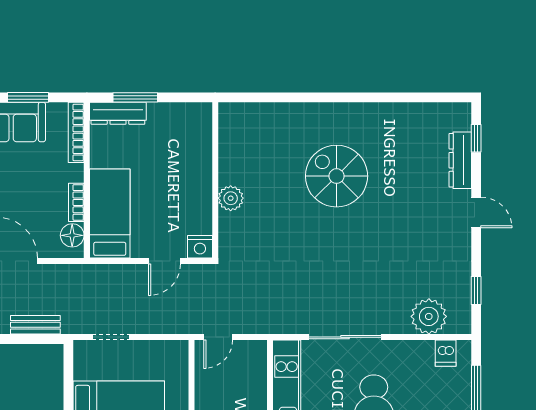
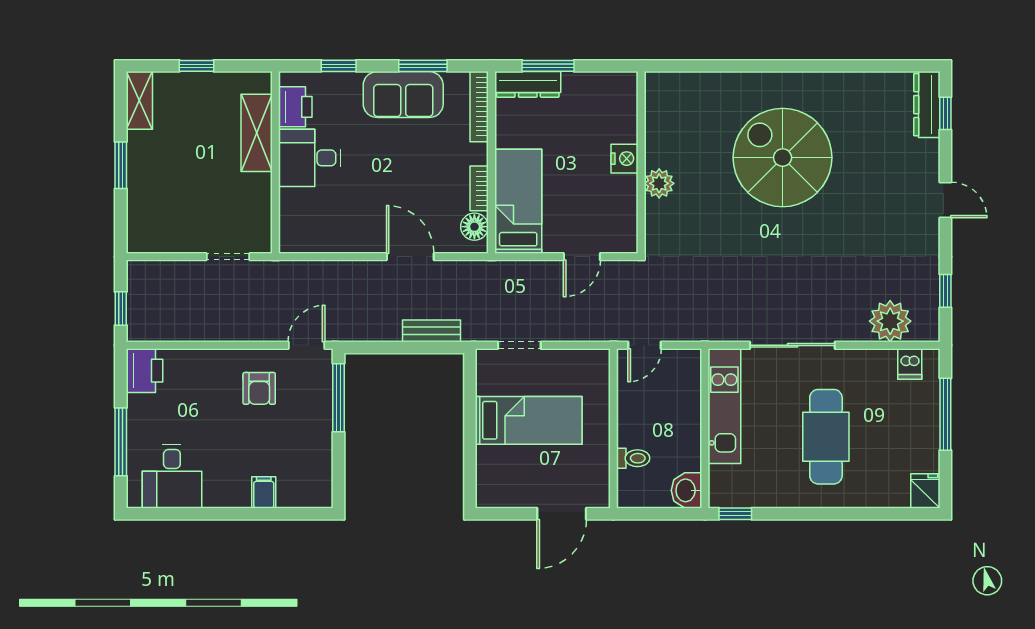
dresser: (460, 160) -> (927, 105), moved
spiral stairs: (337, 176) -> (783, 158), width x1.37, depth x1.37
nightstand: (200, 247) -> (624, 159), moved, turned -90

